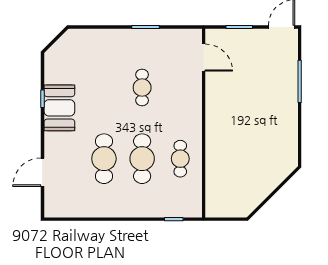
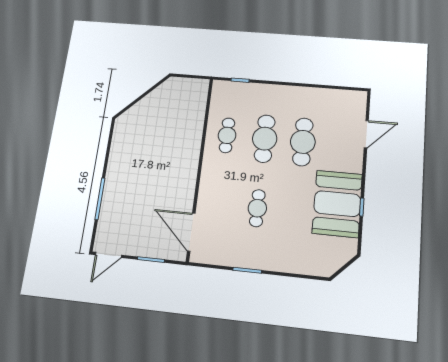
door: (204, 58) -> (191, 232), width x1.36
booth: (59, 108) -> (337, 204), width x1.36, depth x1.42

